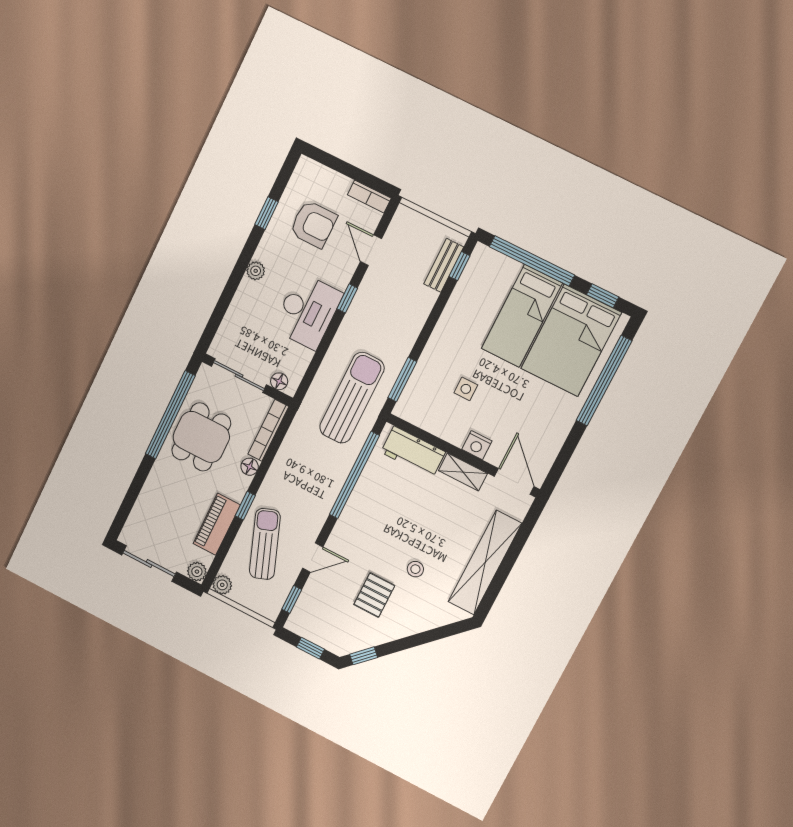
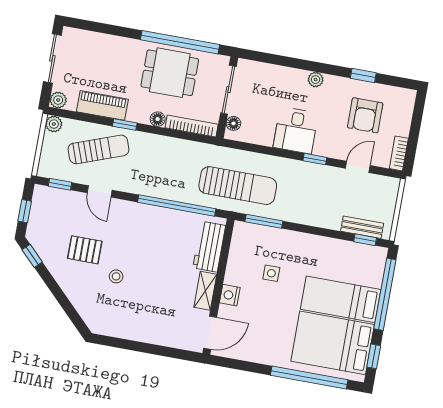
desk: (307, 311) -> (296, 130), width x0.73
shelving: (485, 563) -> (139, 330), removed

